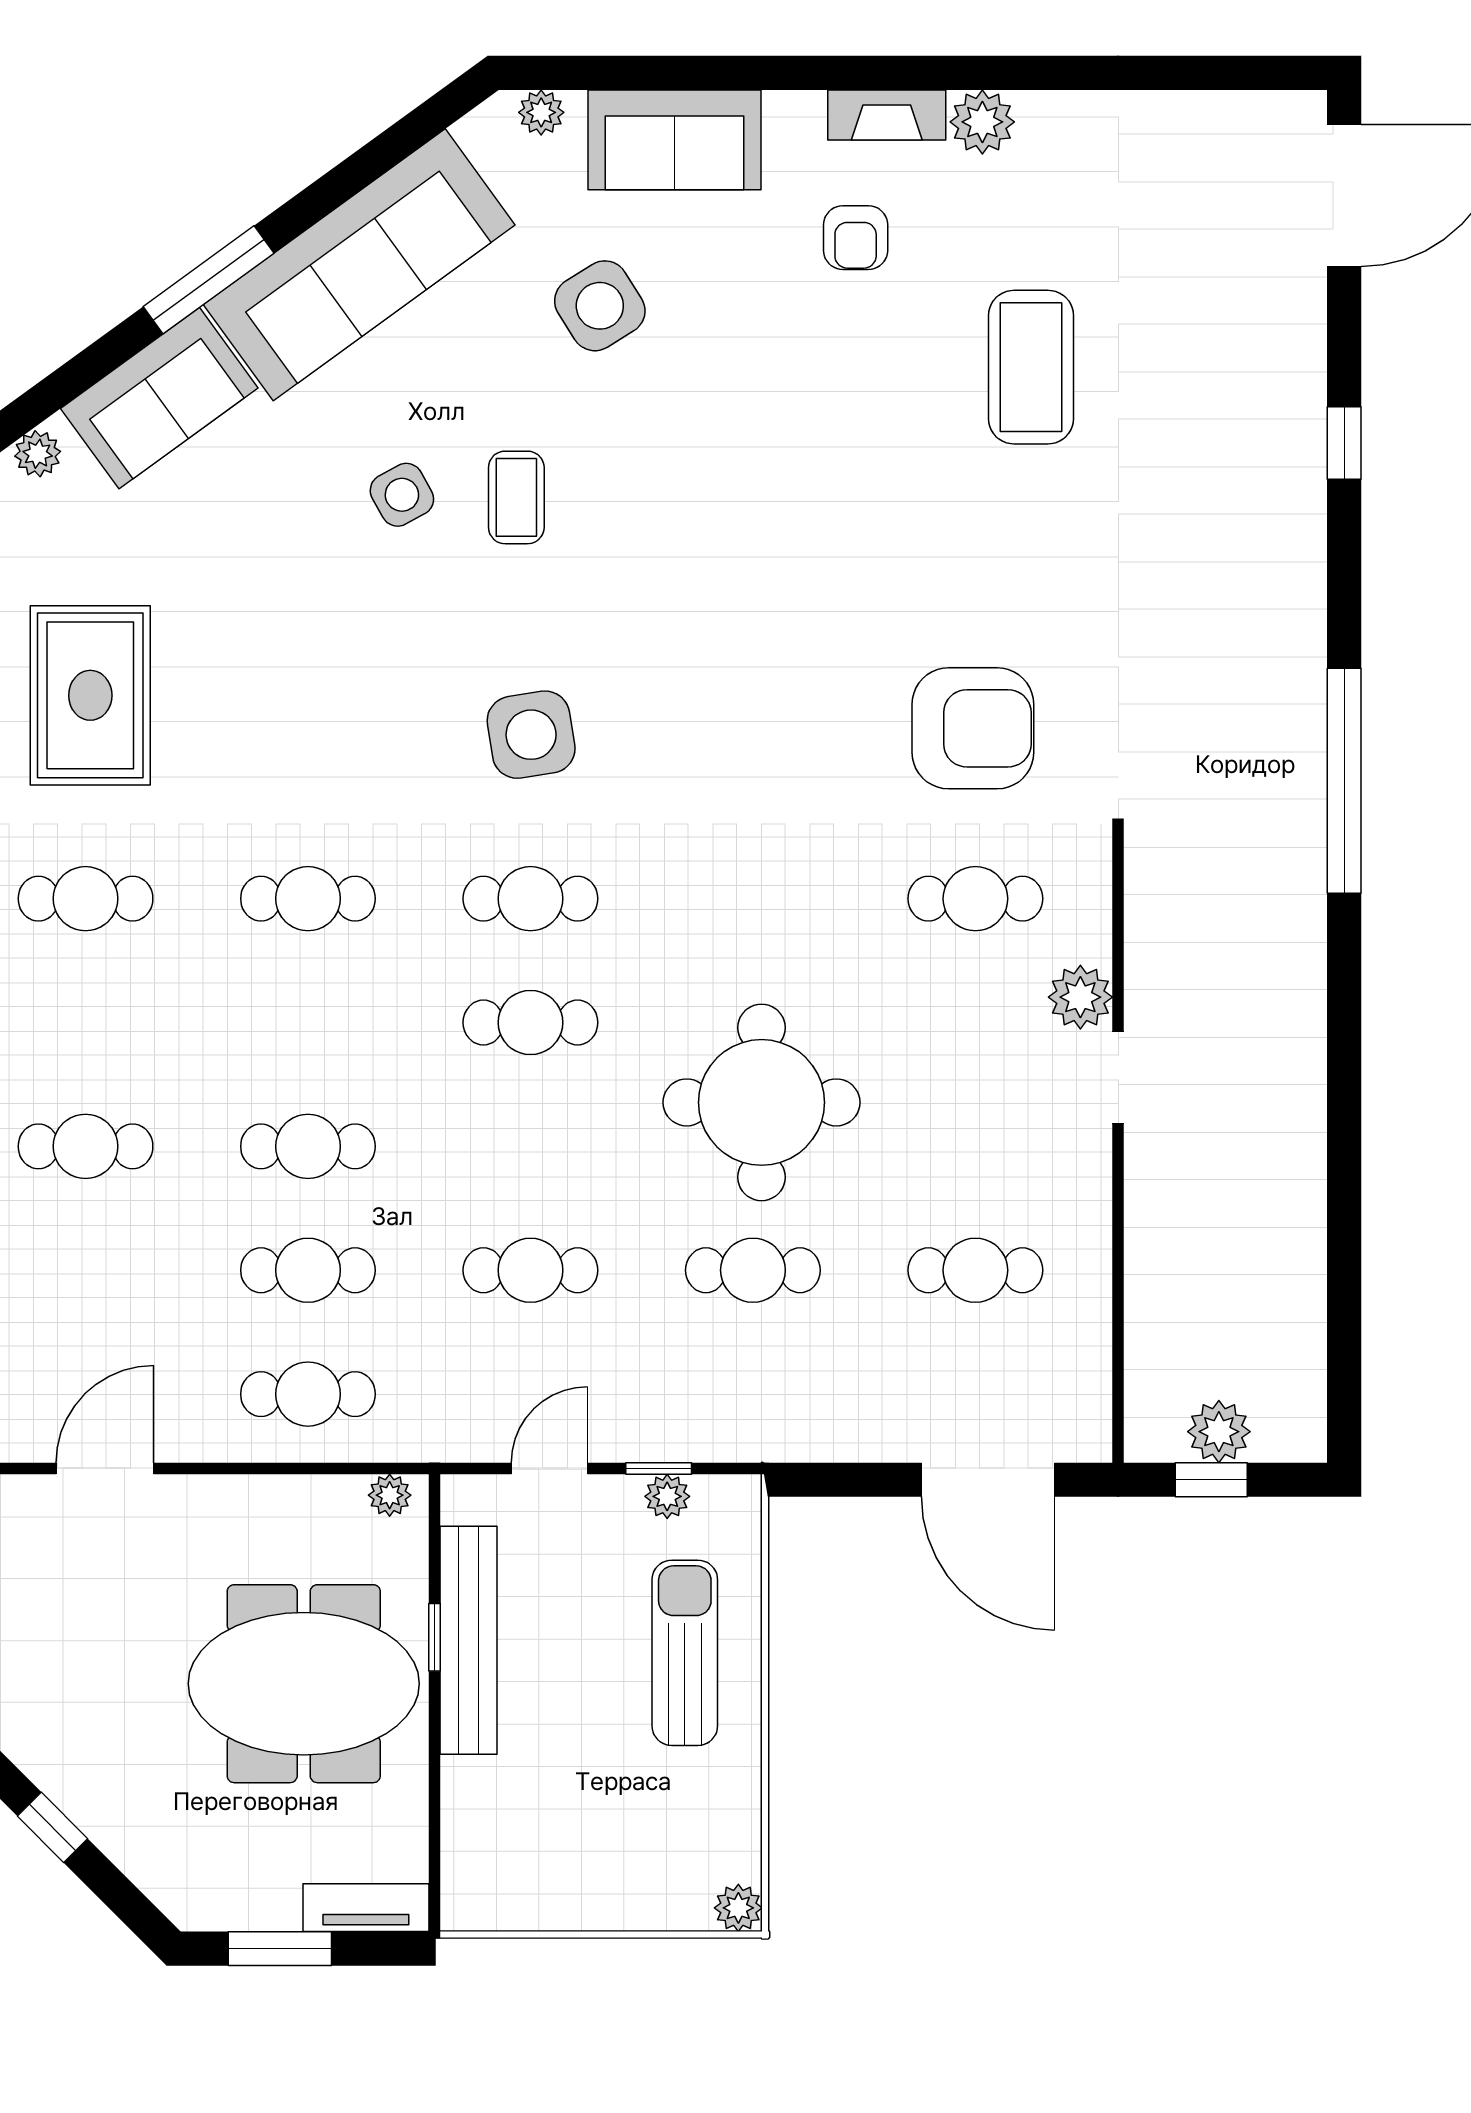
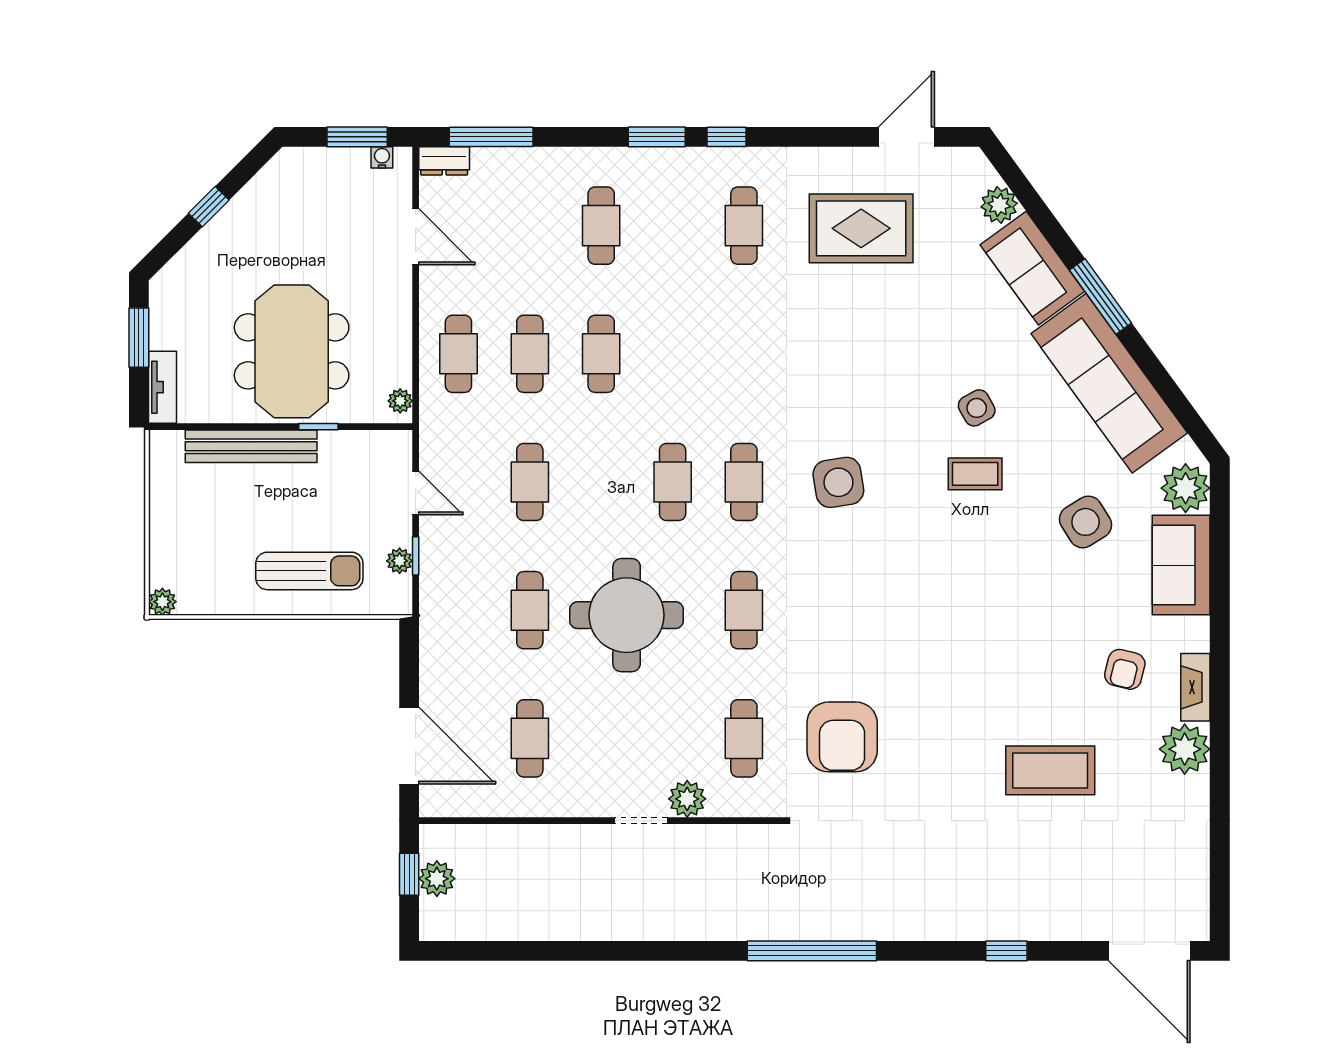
plant: (541, 112) -> (1186, 488), width x1.88, depth x1.88
plant: (982, 122) -> (1185, 749), width x1.36, depth x1.36
armchair: (856, 238) -> (1125, 669), turned -76
plant: (38, 454) -> (999, 205), width x1.38, depth x1.38
cafe table: (308, 899) -> (744, 610), moved
door: (988, 1480) -> (409, 746), swing flipped
bench: (468, 1640) -> (251, 446), moved

